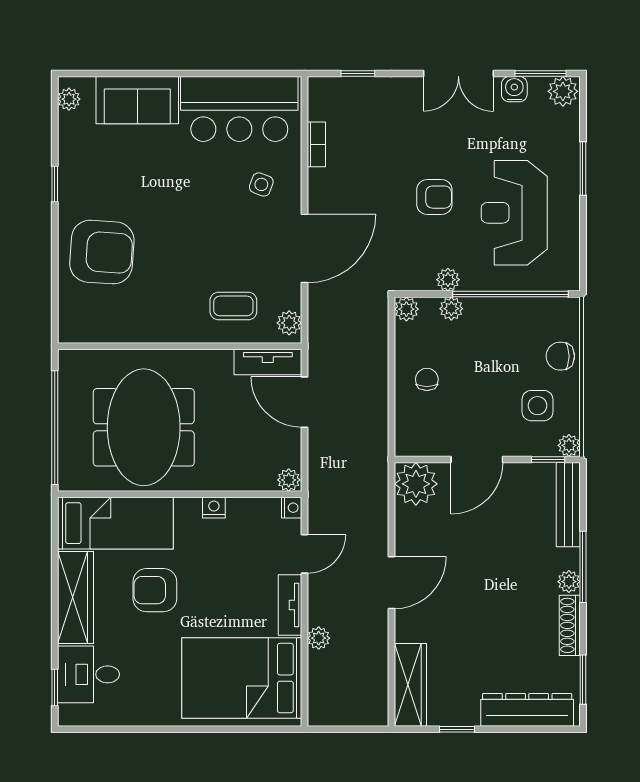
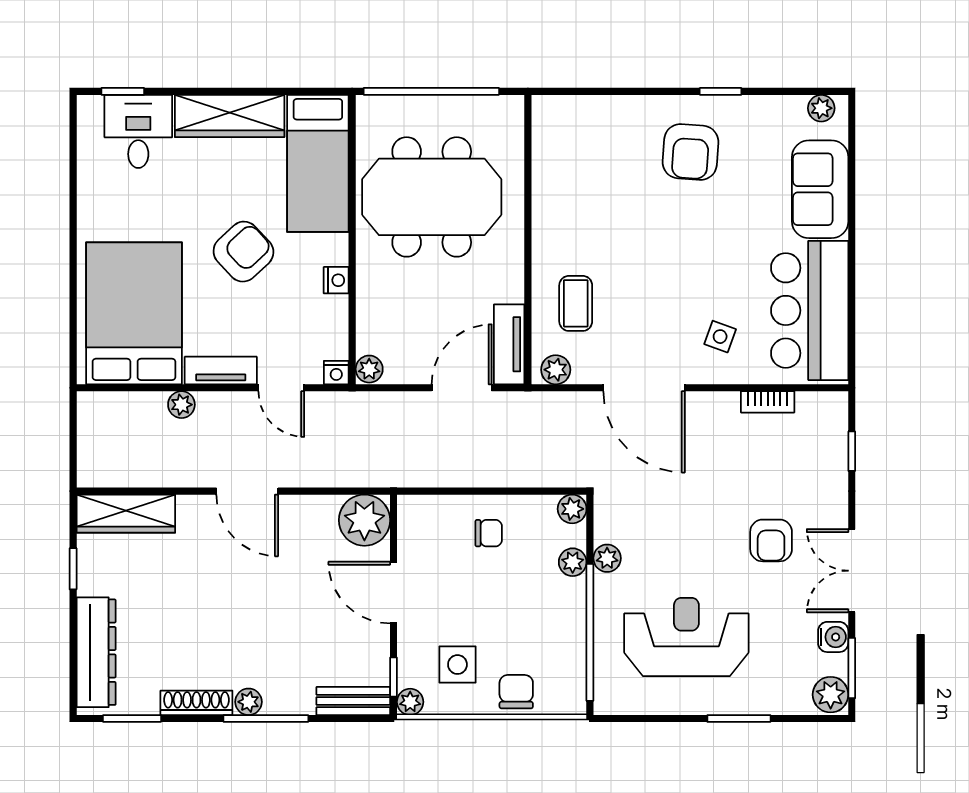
armchair: (434, 197) -> (771, 540), moved
armchair: (102, 252) -> (691, 152), moved, width x0.73, depth x0.73
bench: (568, 505) -> (353, 701), width x0.73
armchair: (155, 590) -> (243, 252), moved, turned 47

